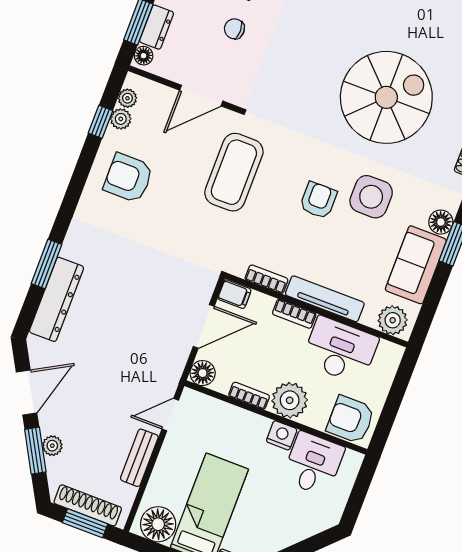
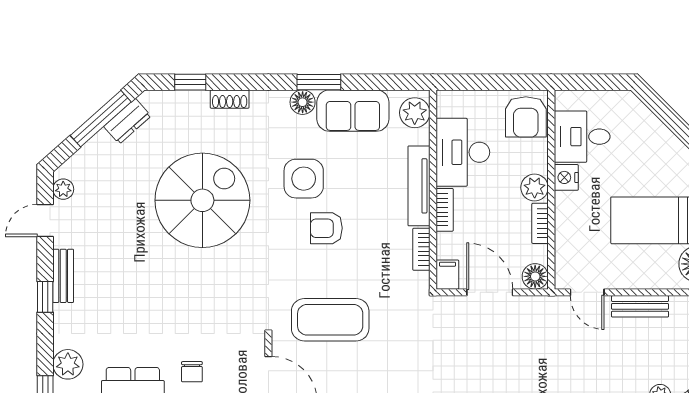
spiral stairs: (386, 97) -> (202, 200), turned 90
plant: (290, 400) -> (535, 188), width x0.73, depth x0.73

